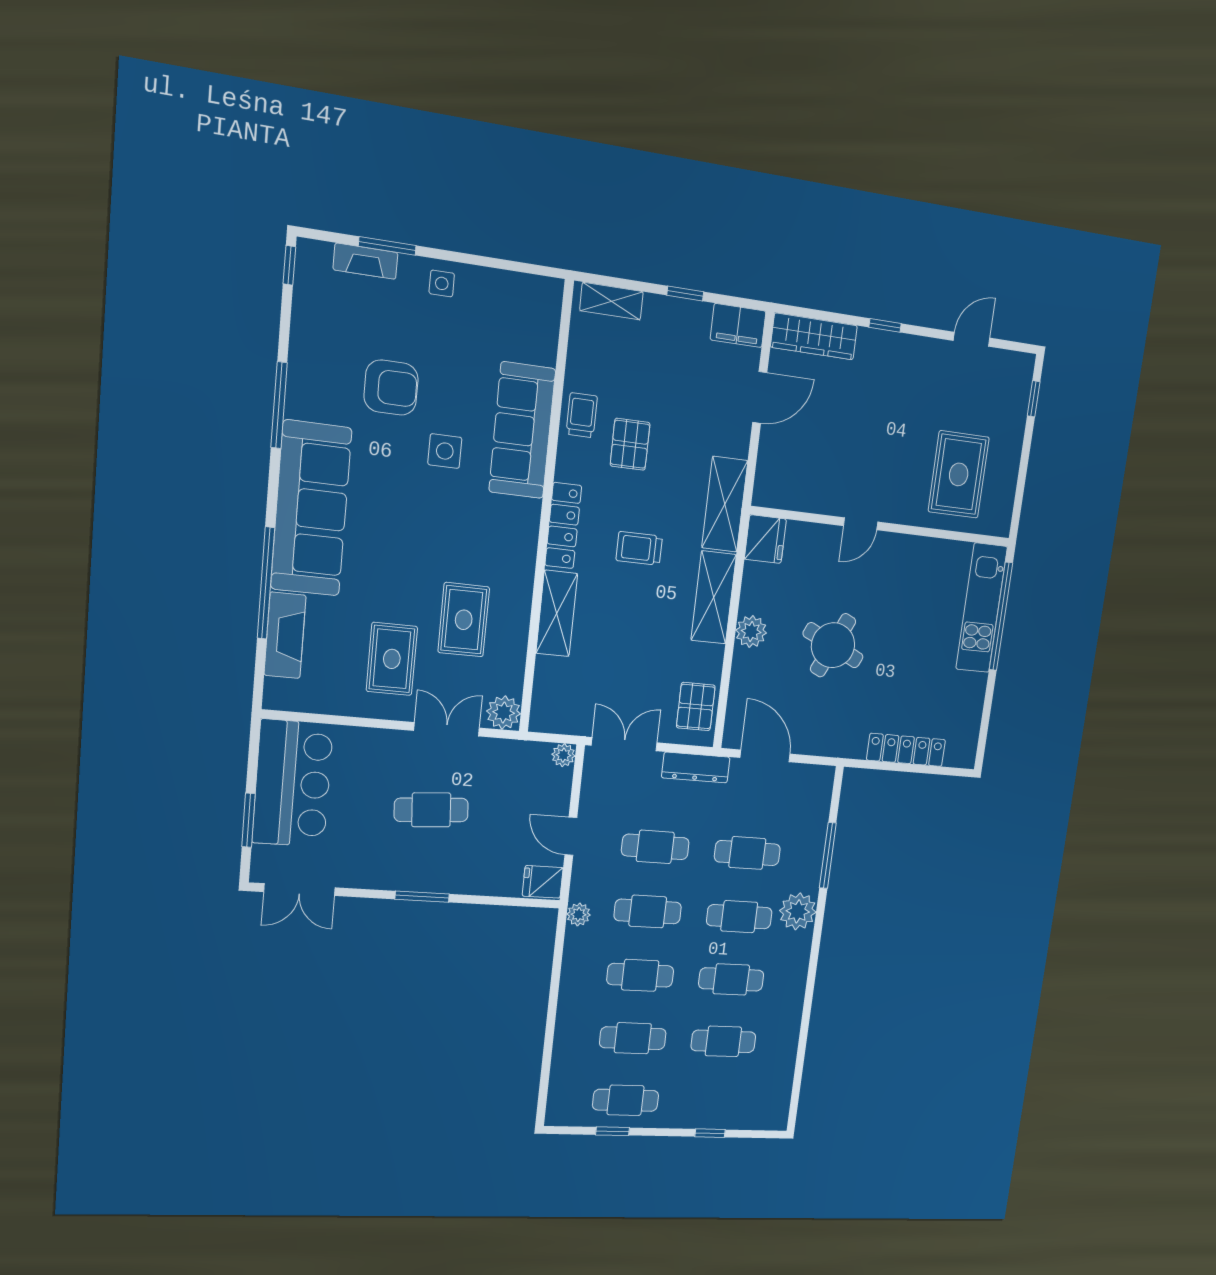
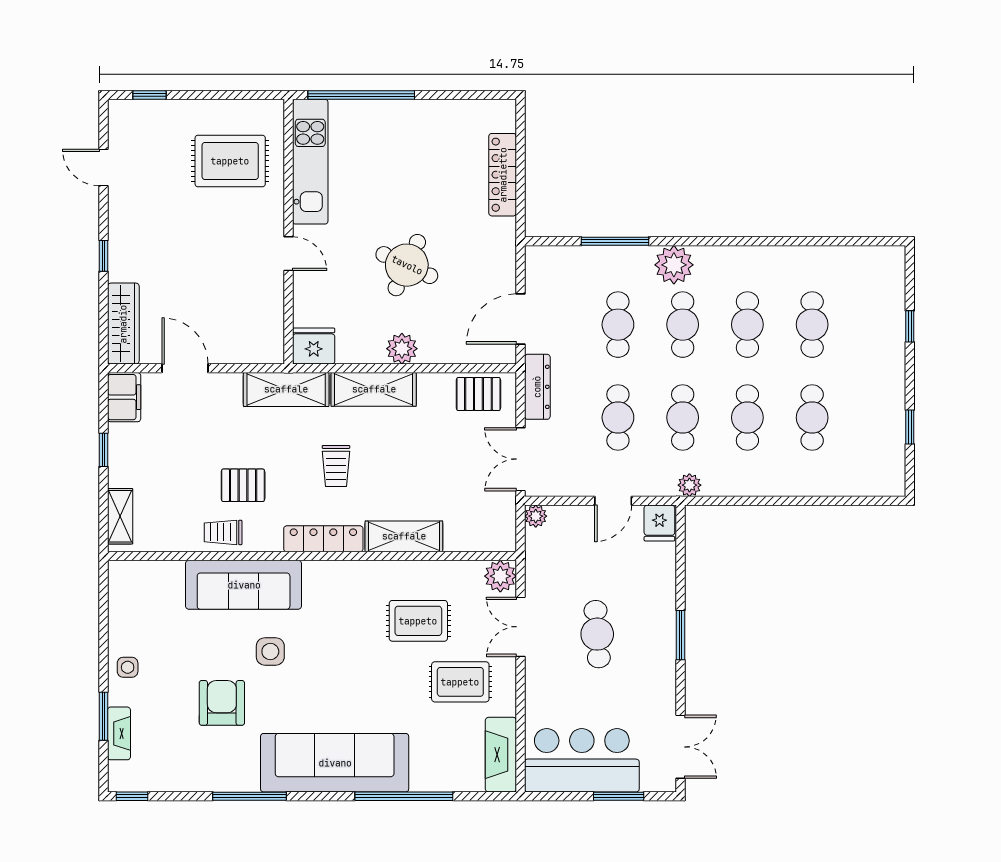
kitchen unit: (982, 608) -> (310, 162), moved, turned -90
fireplace: (285, 635) -> (501, 755), moved, turned -90
cafe table: (626, 1100) -> (877, 418), removed

